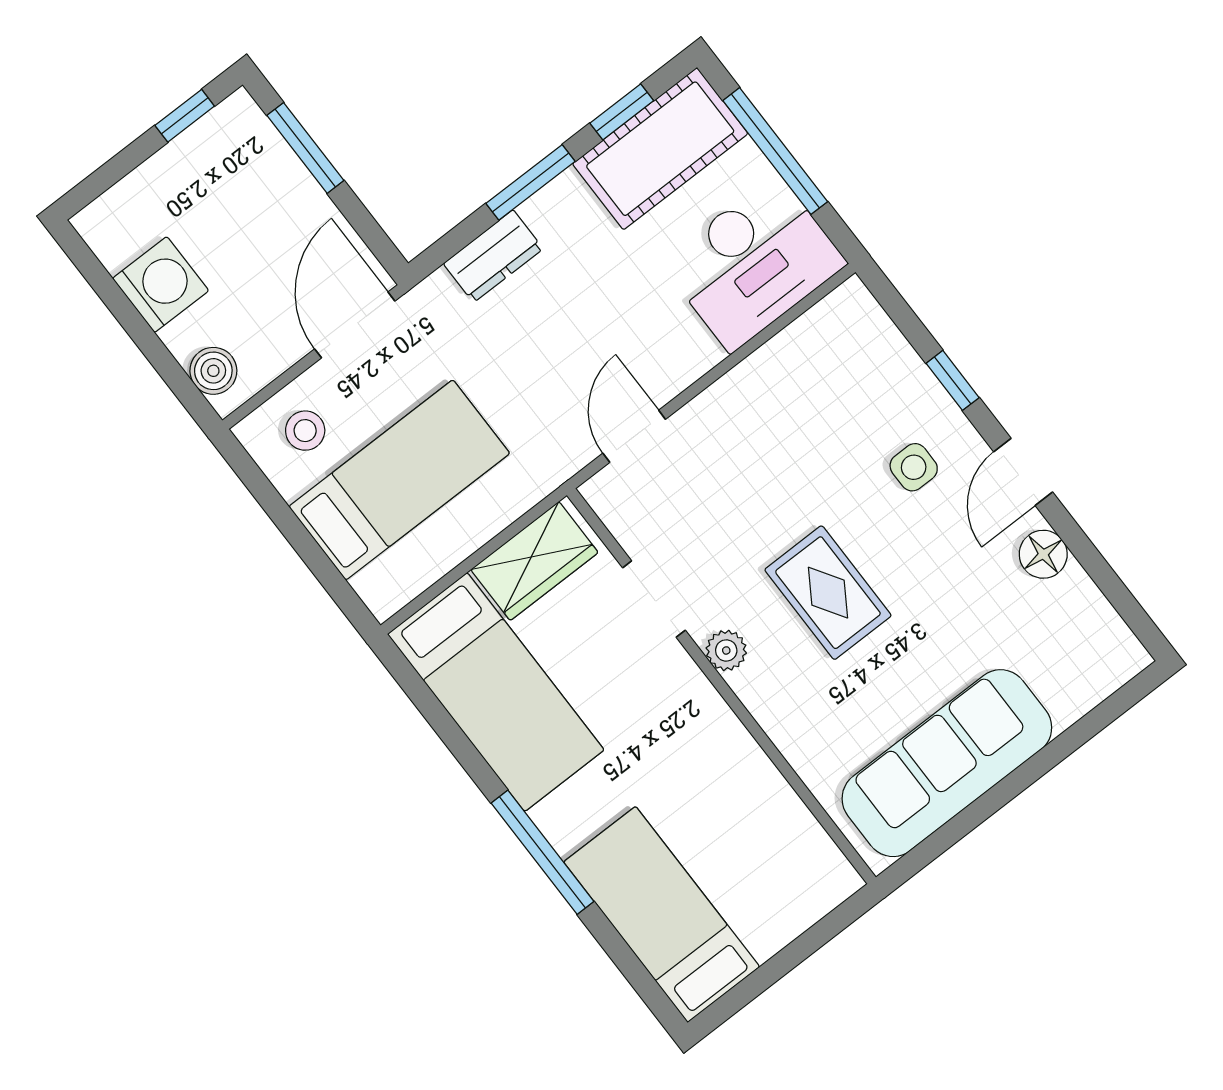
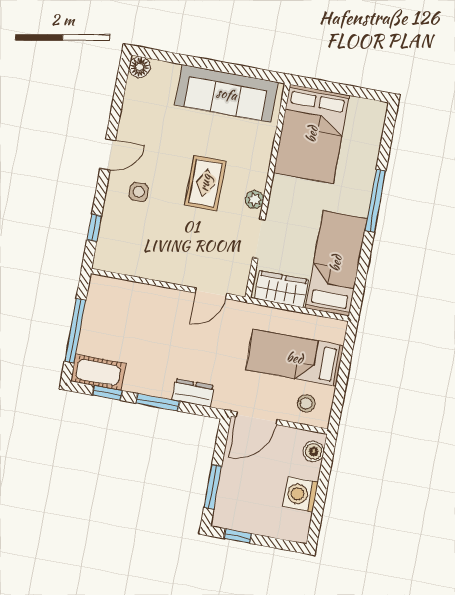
cot: (660, 149) -> (98, 372), width x0.73, depth x0.75
desk: (754, 263) -> (118, 305), removed
window: (953, 380) -> (94, 228), moved
floor lamp: (1043, 554) -> (140, 67), moved
bed: (662, 914) -> (312, 134), moved, width x1.50

